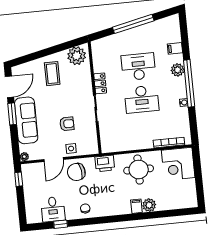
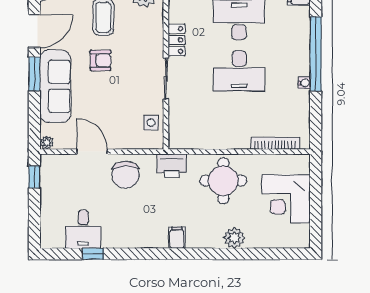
plant: (178, 70) -> (300, 31), removed
armchair: (67, 124) -> (101, 60), moved
side table: (71, 148) -> (151, 123), moved
door: (54, 159) -> (92, 152), swing flipped
corner desk: (178, 164) -> (286, 199), moved
chair: (76, 172) -> (126, 175), turned -81
filing cabinet: (136, 206) -> (177, 238), moved
chair: (85, 208) -> (134, 233), removed

